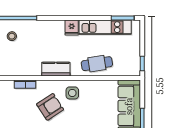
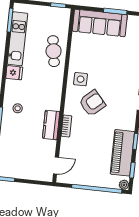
stool: (12, 36) -> (18, 108), moved
kitchen counter: (56, 69) -> (51, 125), moved
armchair: (50, 107) -> (92, 103), turned 82

